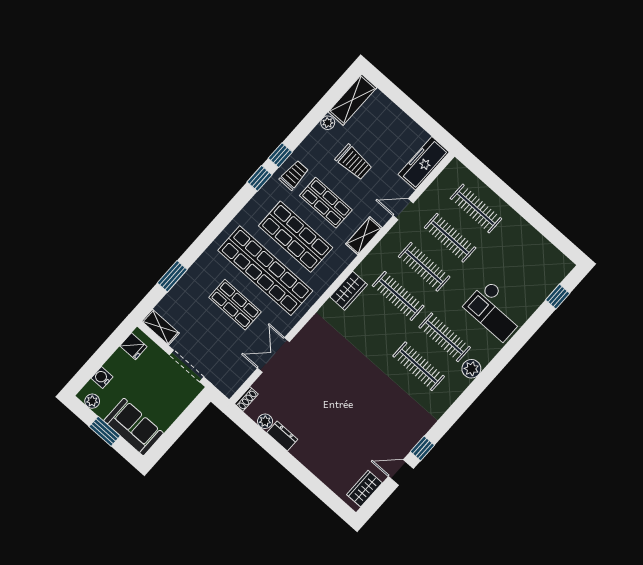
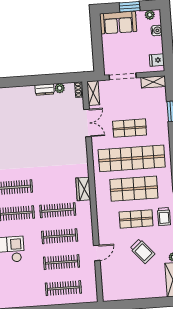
trolley: (354, 162) -> (142, 251), turned -131
freezer: (424, 163) -> (109, 284), removed
shelving: (364, 236) -> (93, 93), moved

